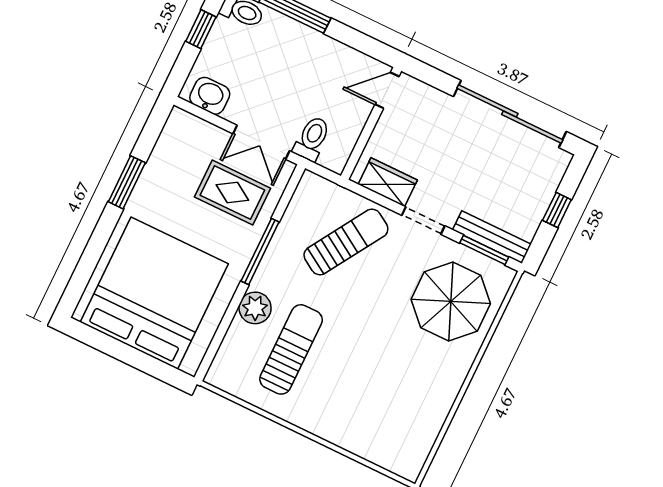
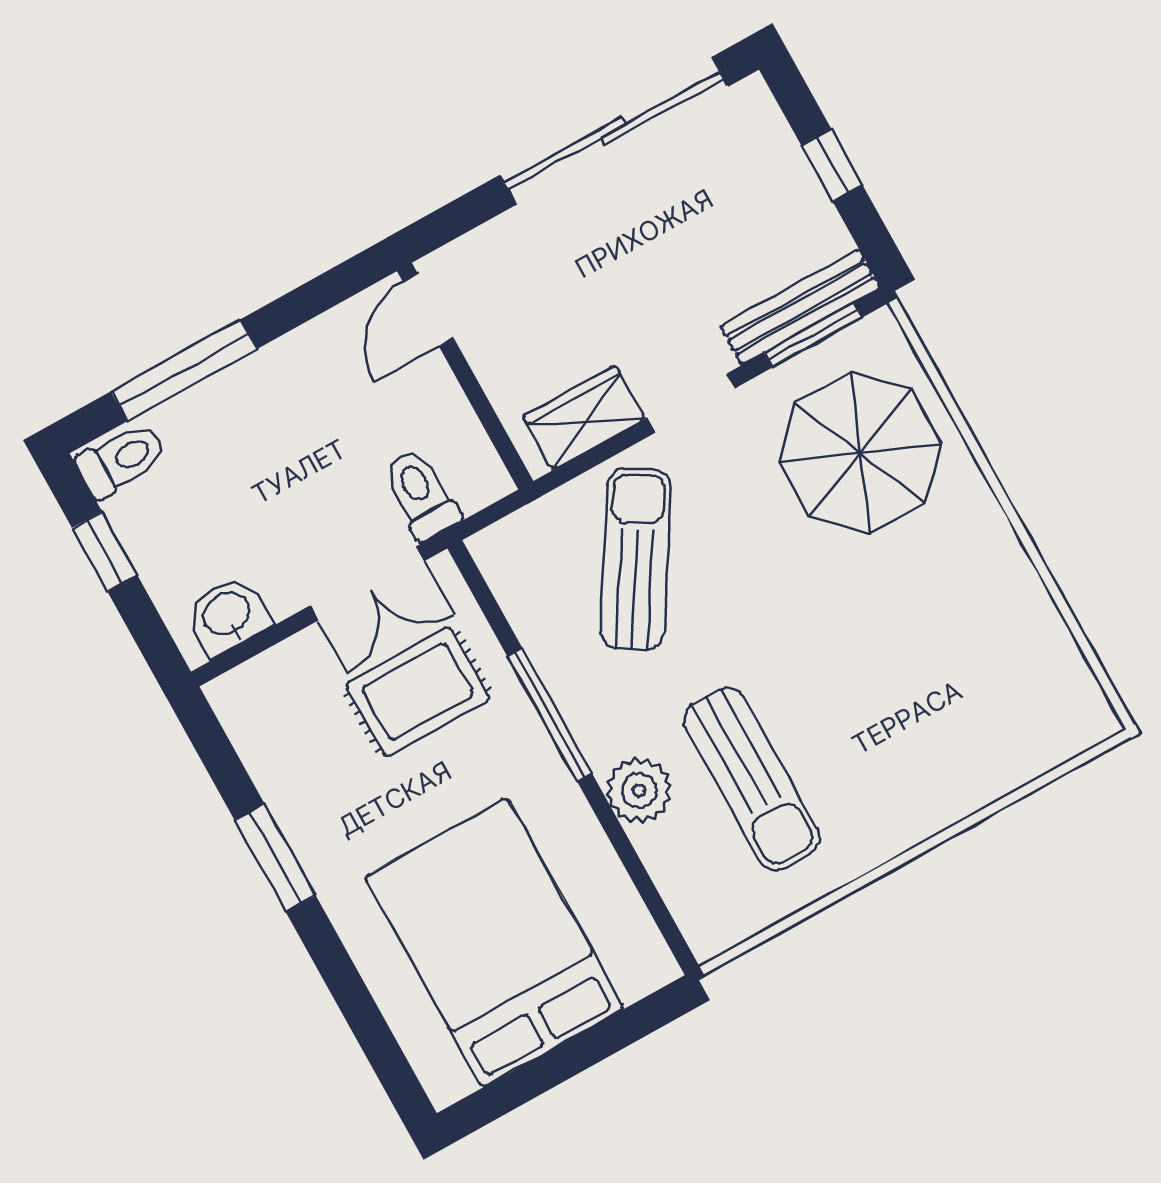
bed: (154, 293) -> (494, 943), width x0.73
sun lounger: (291, 349) -> (752, 779), turned 180

